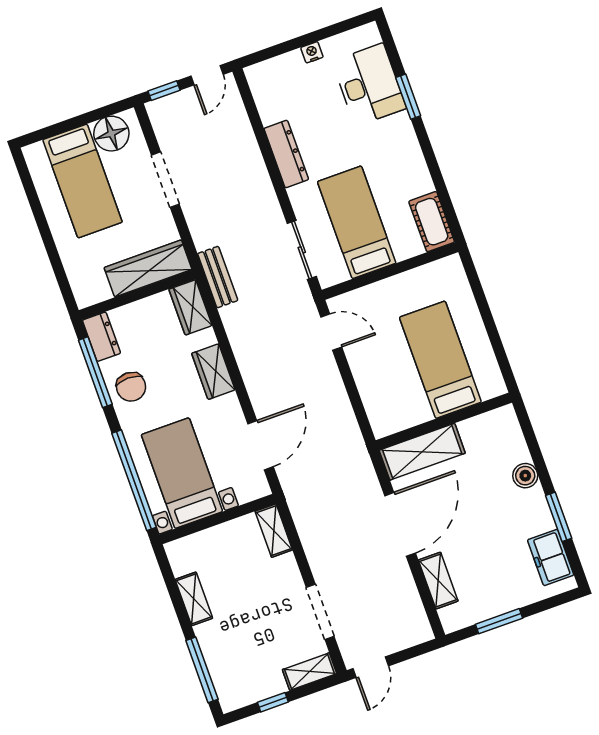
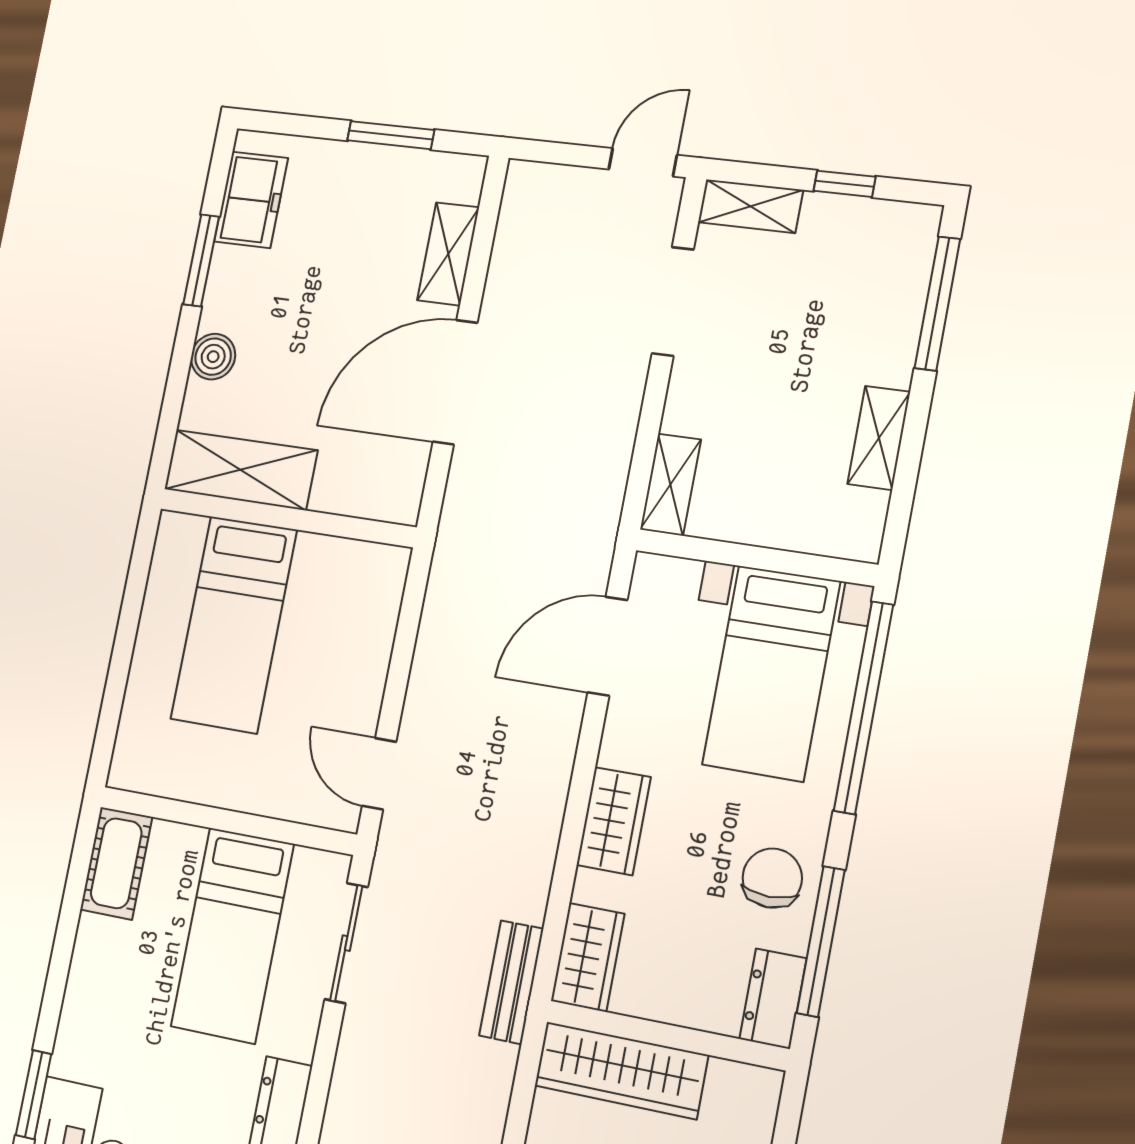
shelving: (422, 452) -> (241, 470), moved

